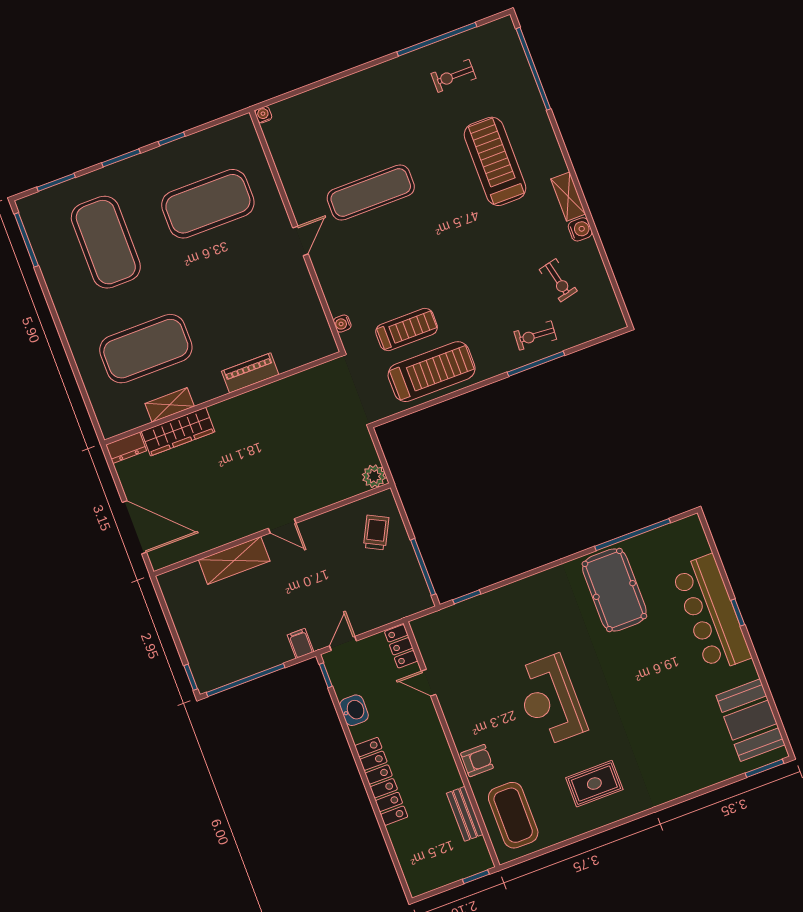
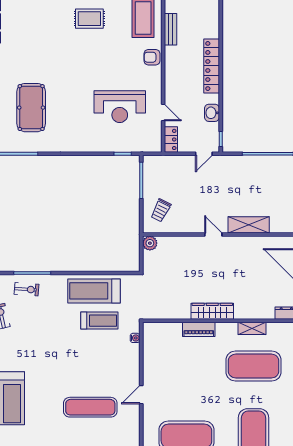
treadmill: (407, 330) -> (99, 321), turned 180
wardrobe: (178, 432) -> (212, 311), moved
pool table: (614, 590) -> (31, 108), moved
filing cabinet: (300, 643) -> (228, 163), removed
reception desk: (550, 700) -> (120, 107), moved, turned 90

